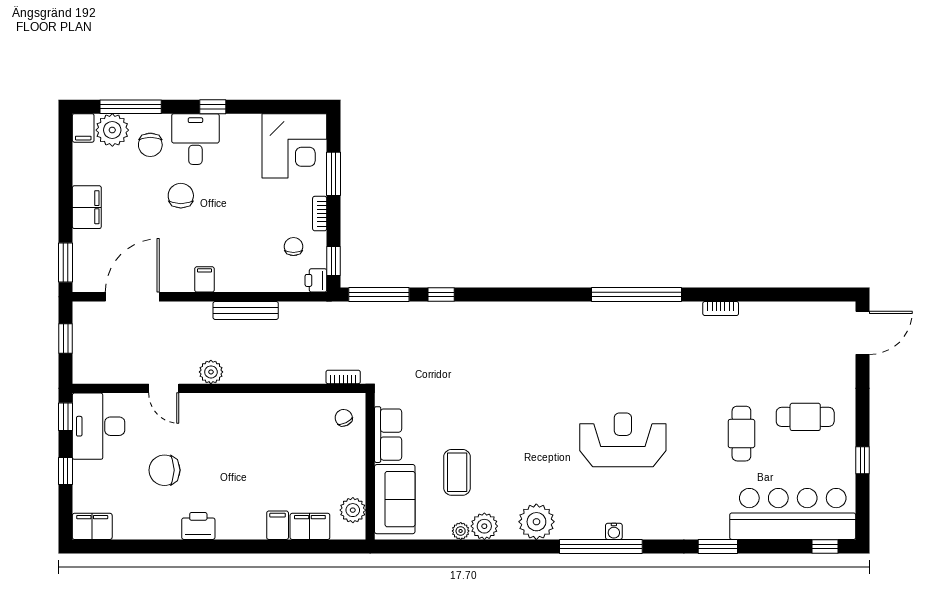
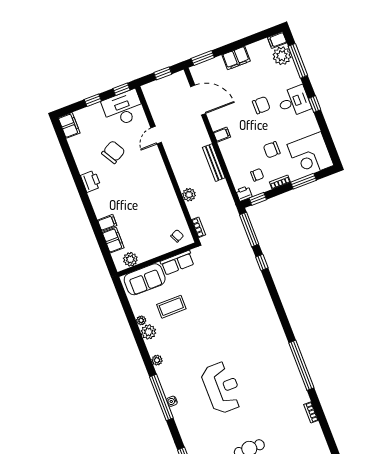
chair: (150, 145) -> (272, 150), moved
plant: (211, 372) -> (189, 195), moved
chair: (164, 470) -> (113, 152), turned 60
plant: (536, 522) -> (157, 360), width x0.53, depth x0.53

